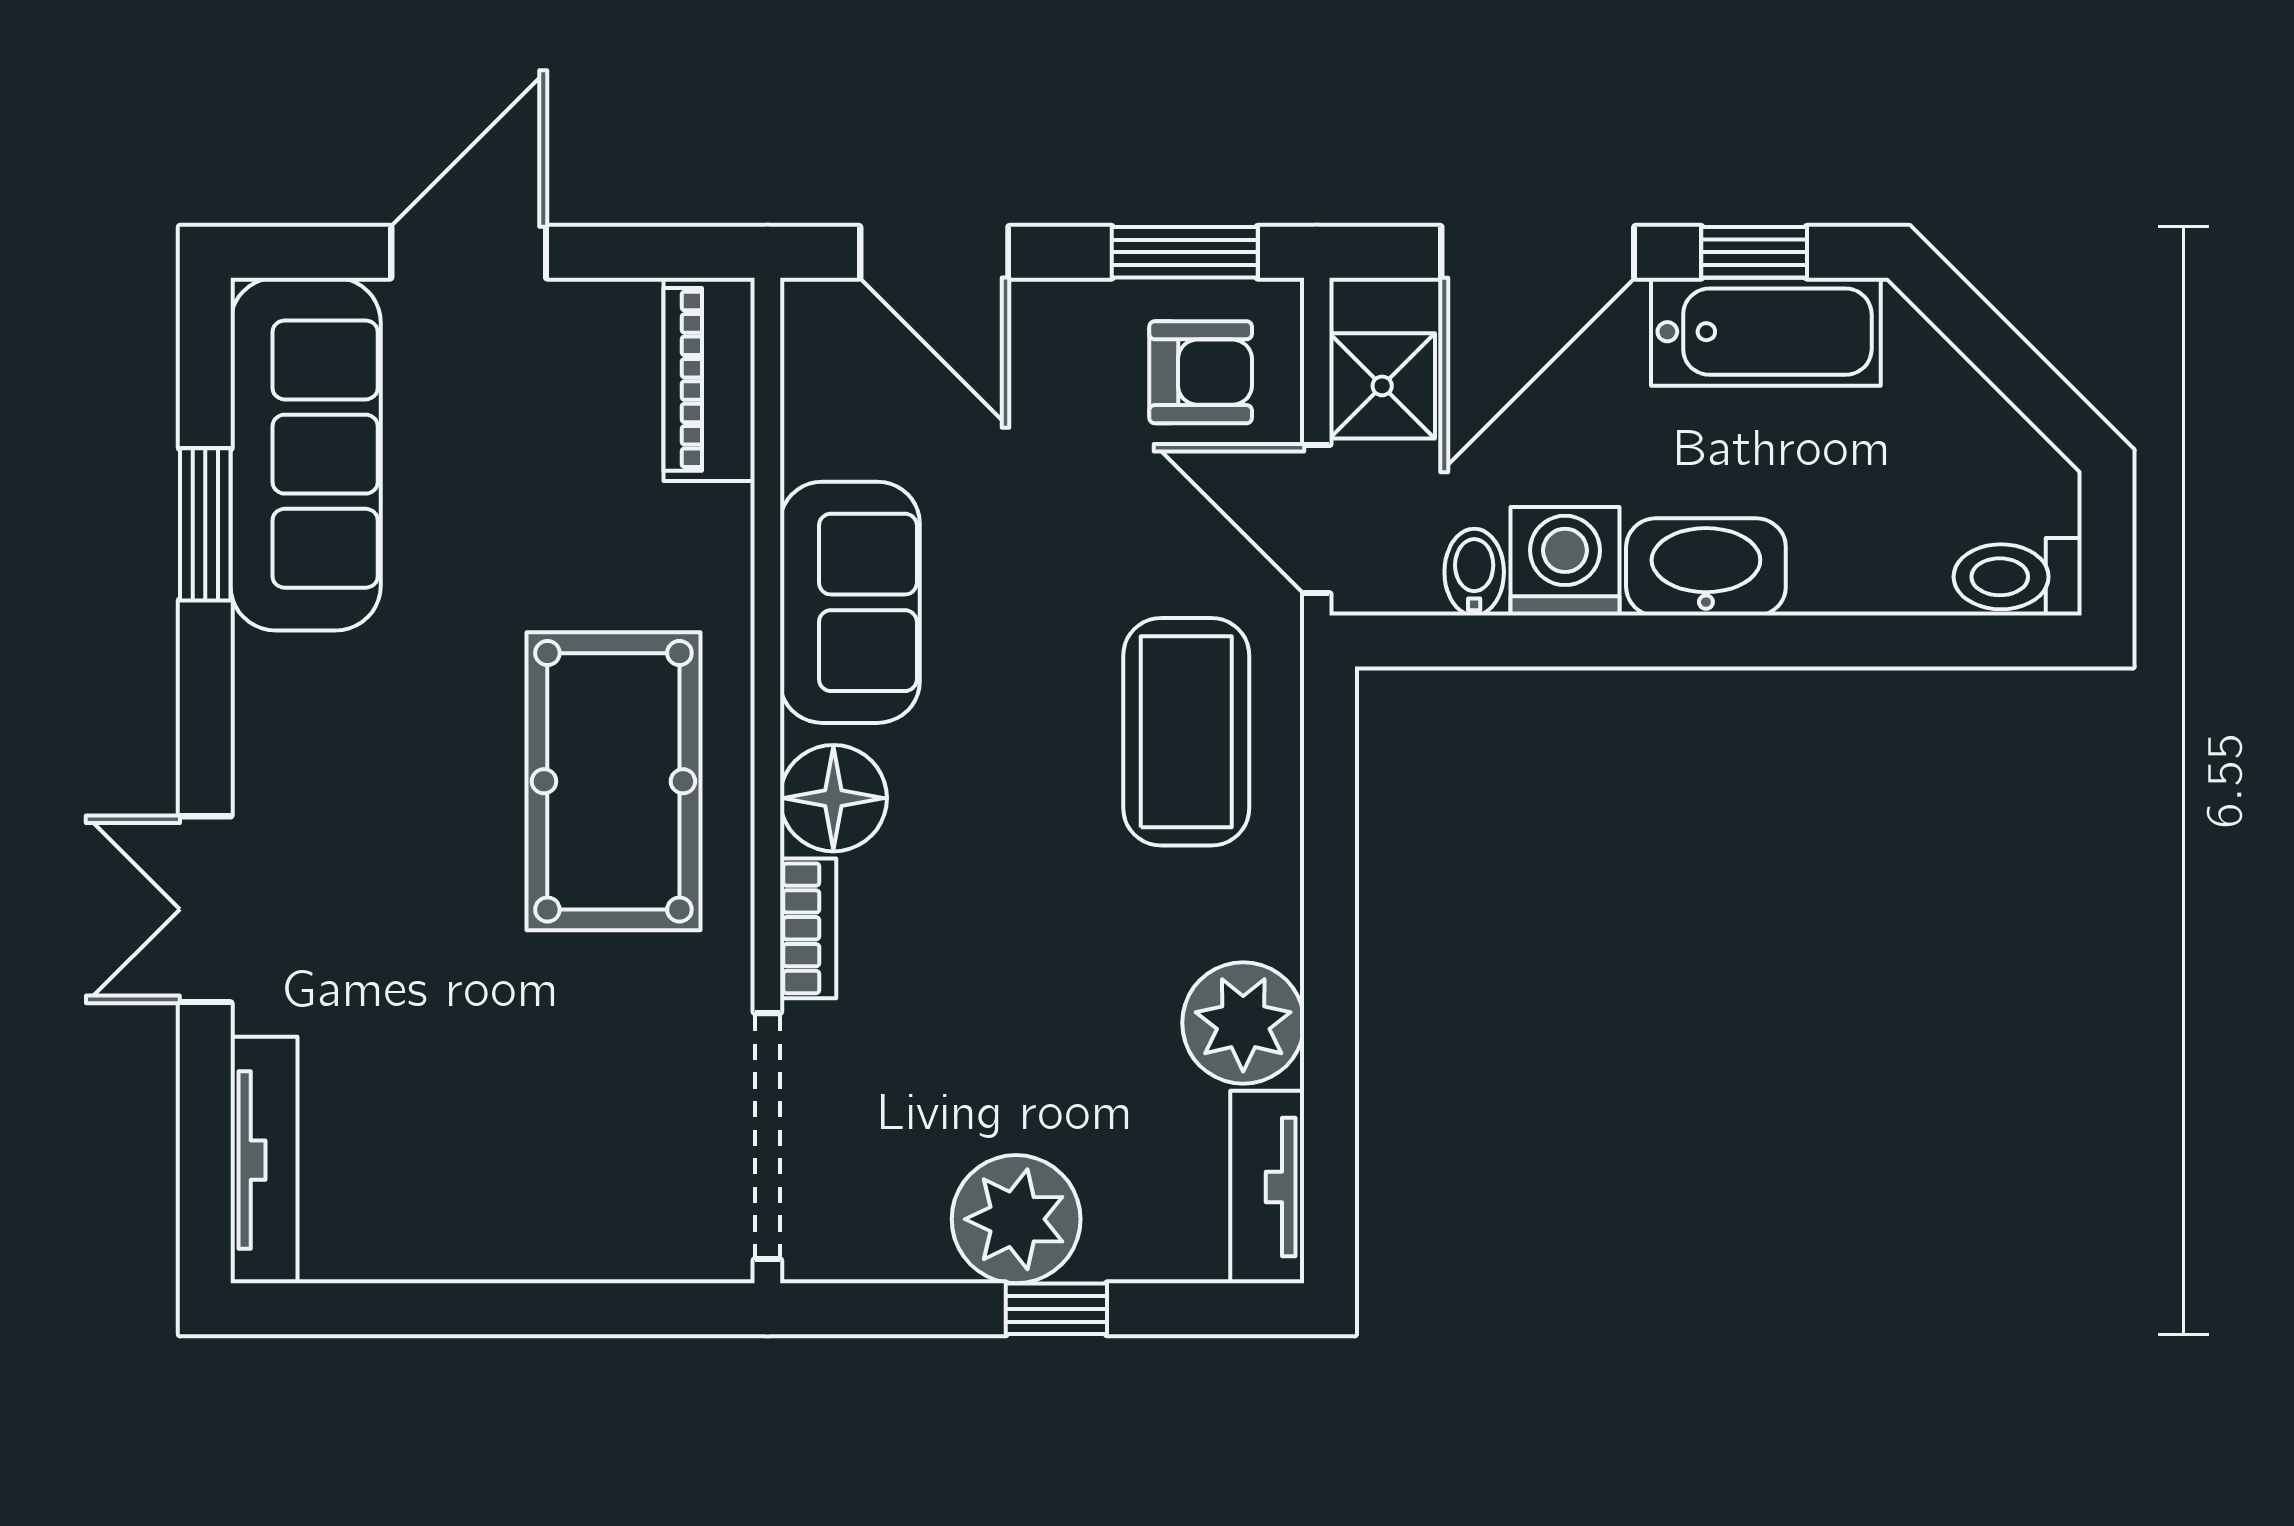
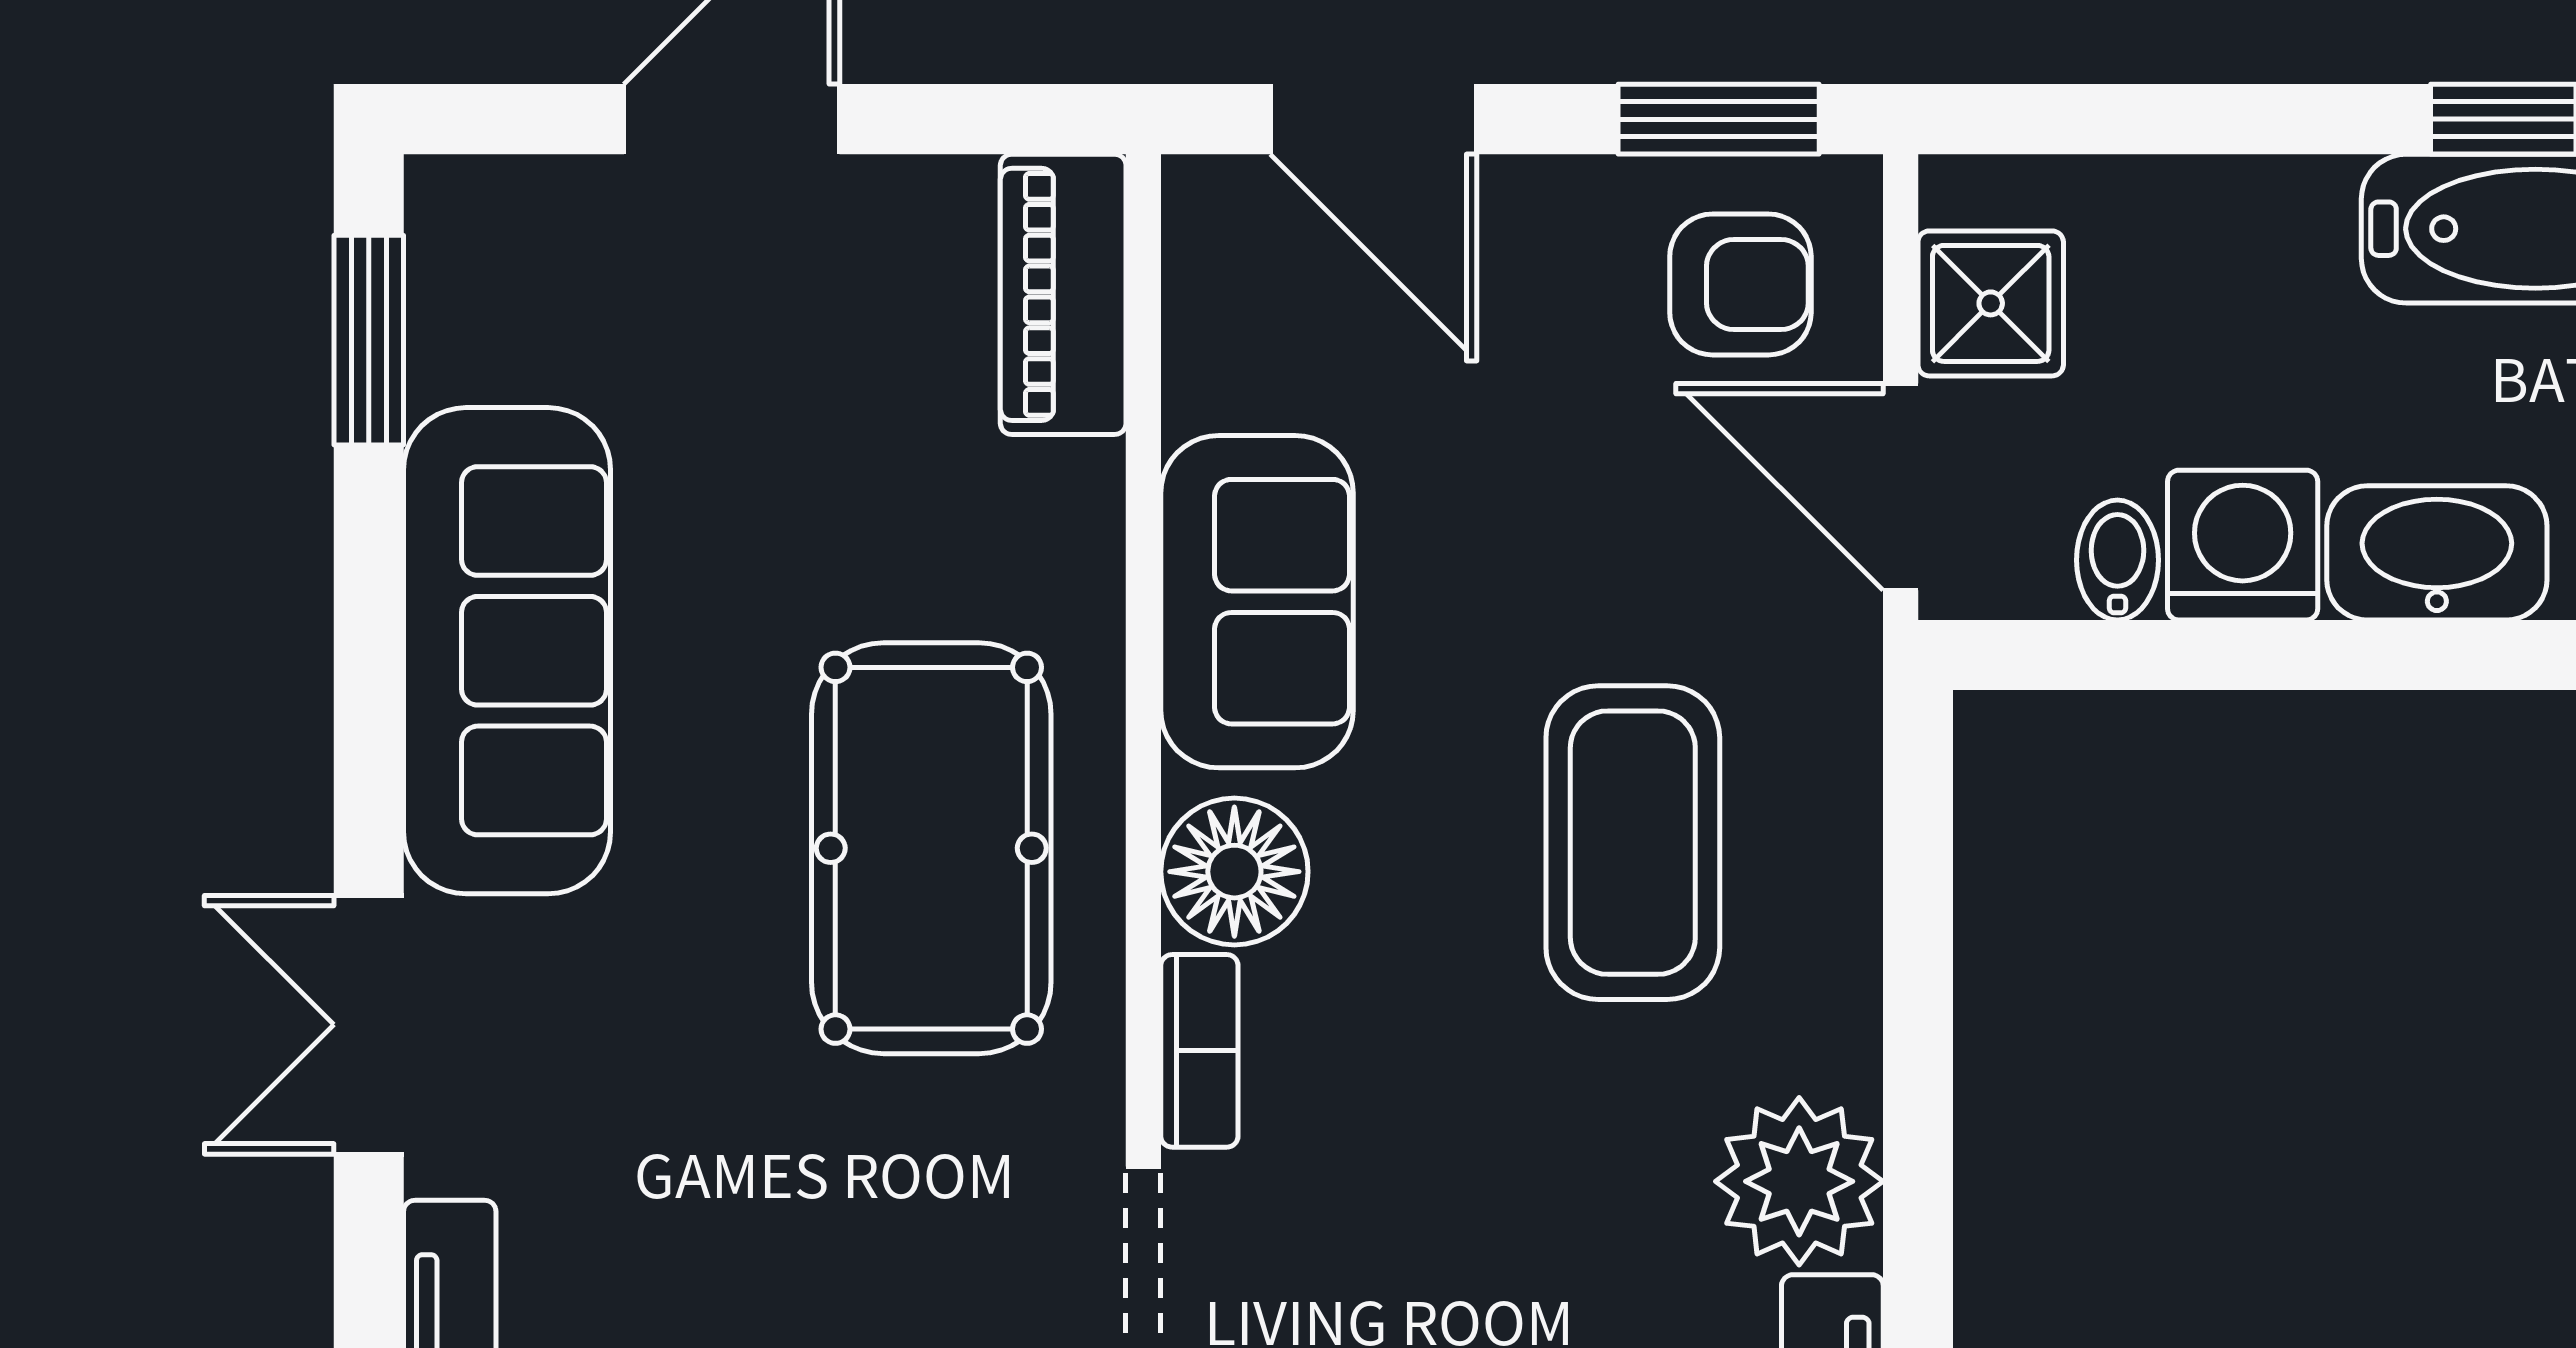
door: (1538, 252) -> (2205, 119), removed
sofa: (306, 454) -> (507, 651), moved
window: (205, 524) -> (369, 340), moved
coffee table: (1186, 732) -> (1633, 843), moved

